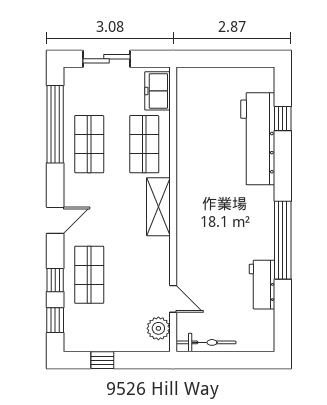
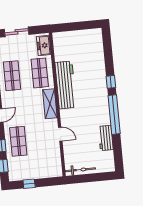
window: (283, 118) -> (111, 82), moved
workbench: (258, 139) -> (66, 85), moved, turned 180
door: (173, 299) -> (60, 134), moved
plant: (158, 328) -> (56, 165), removed

